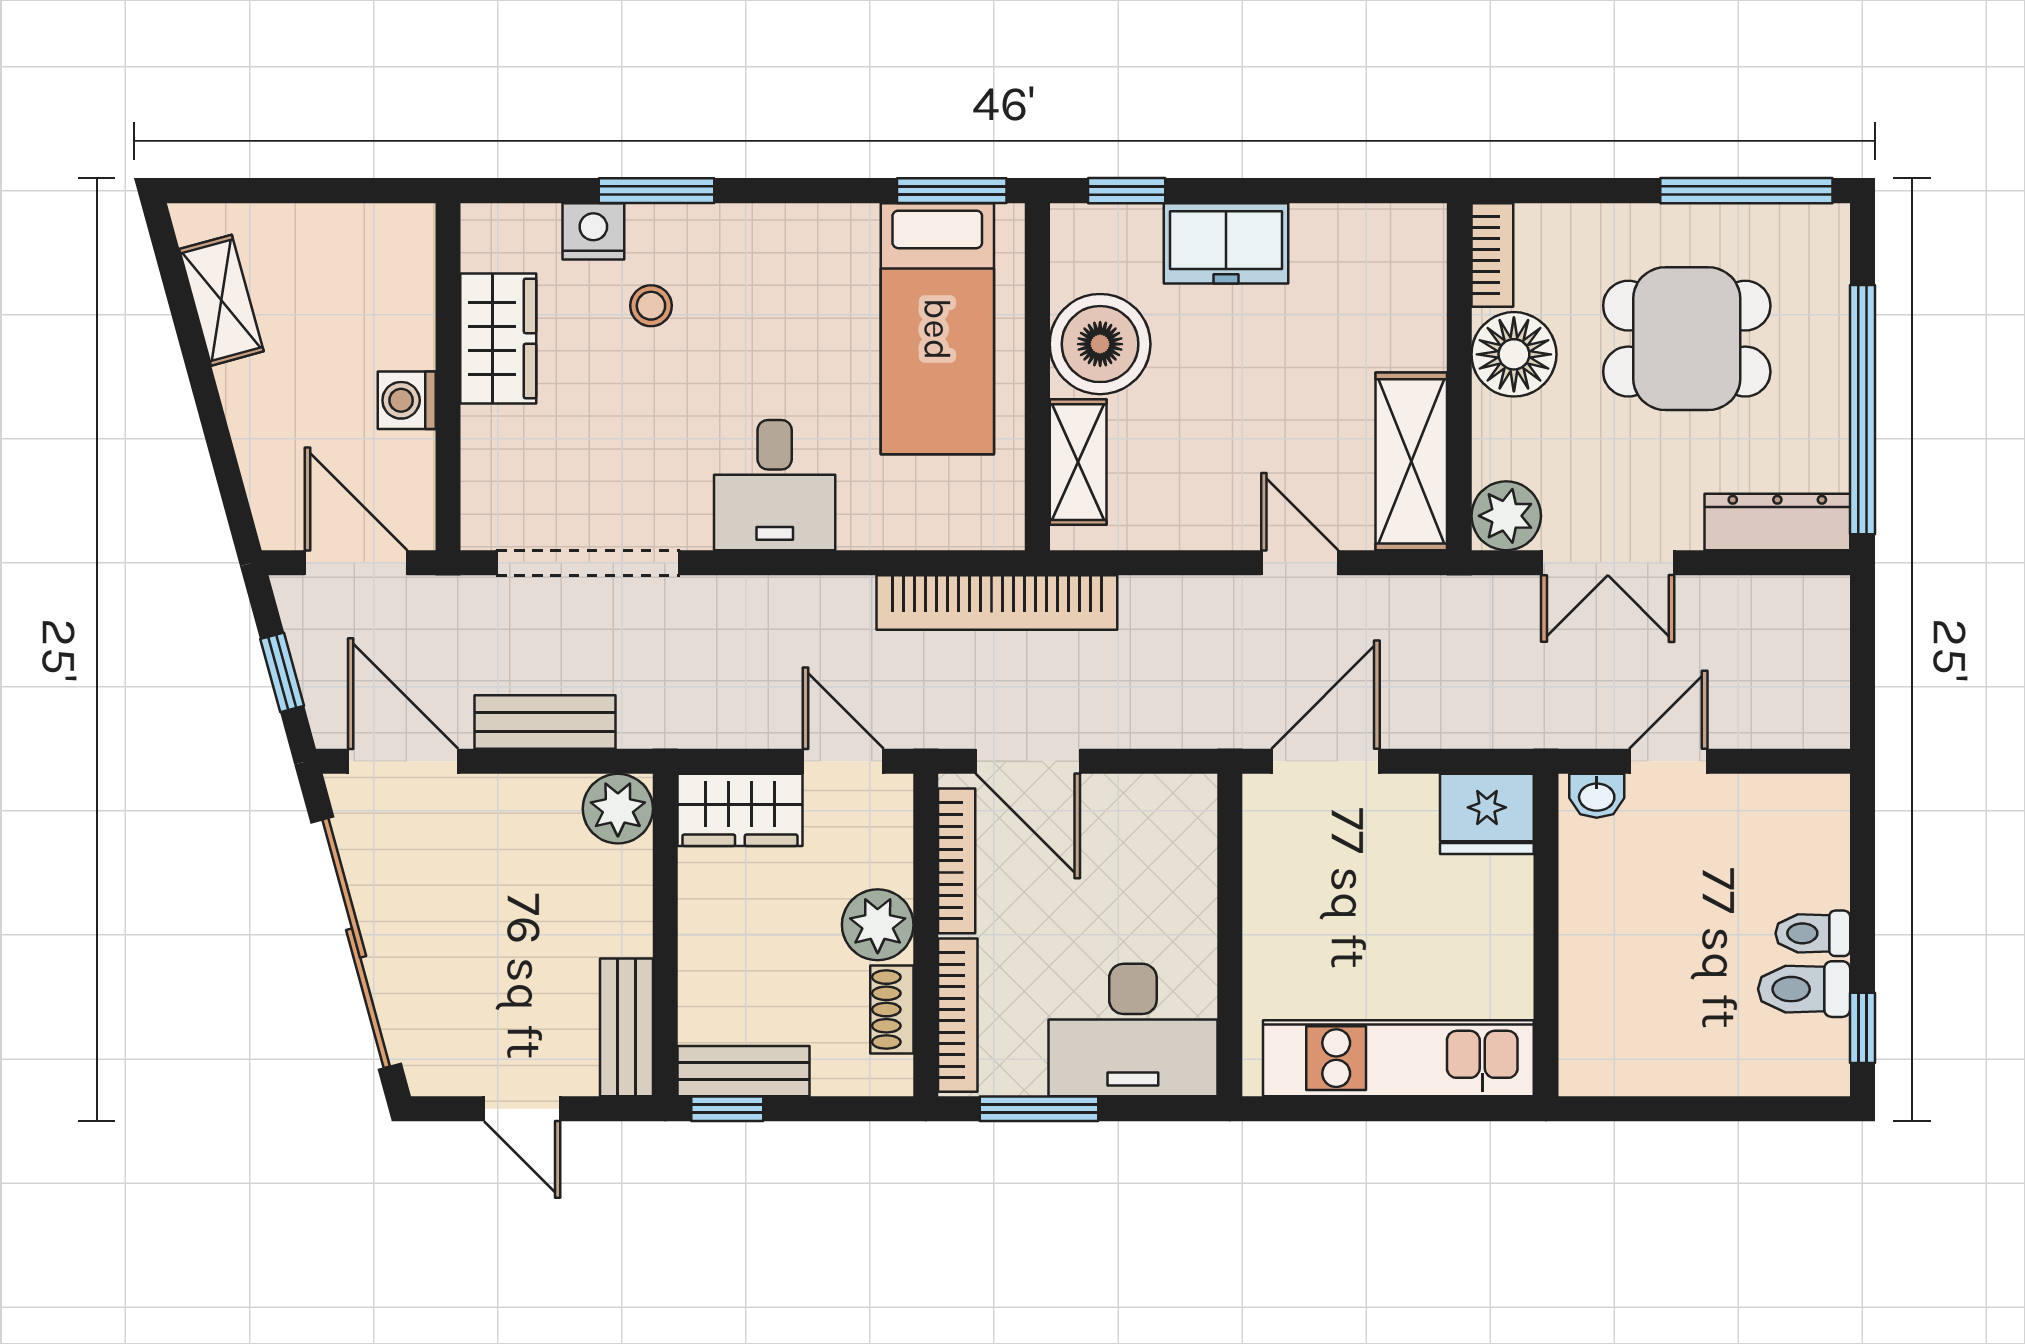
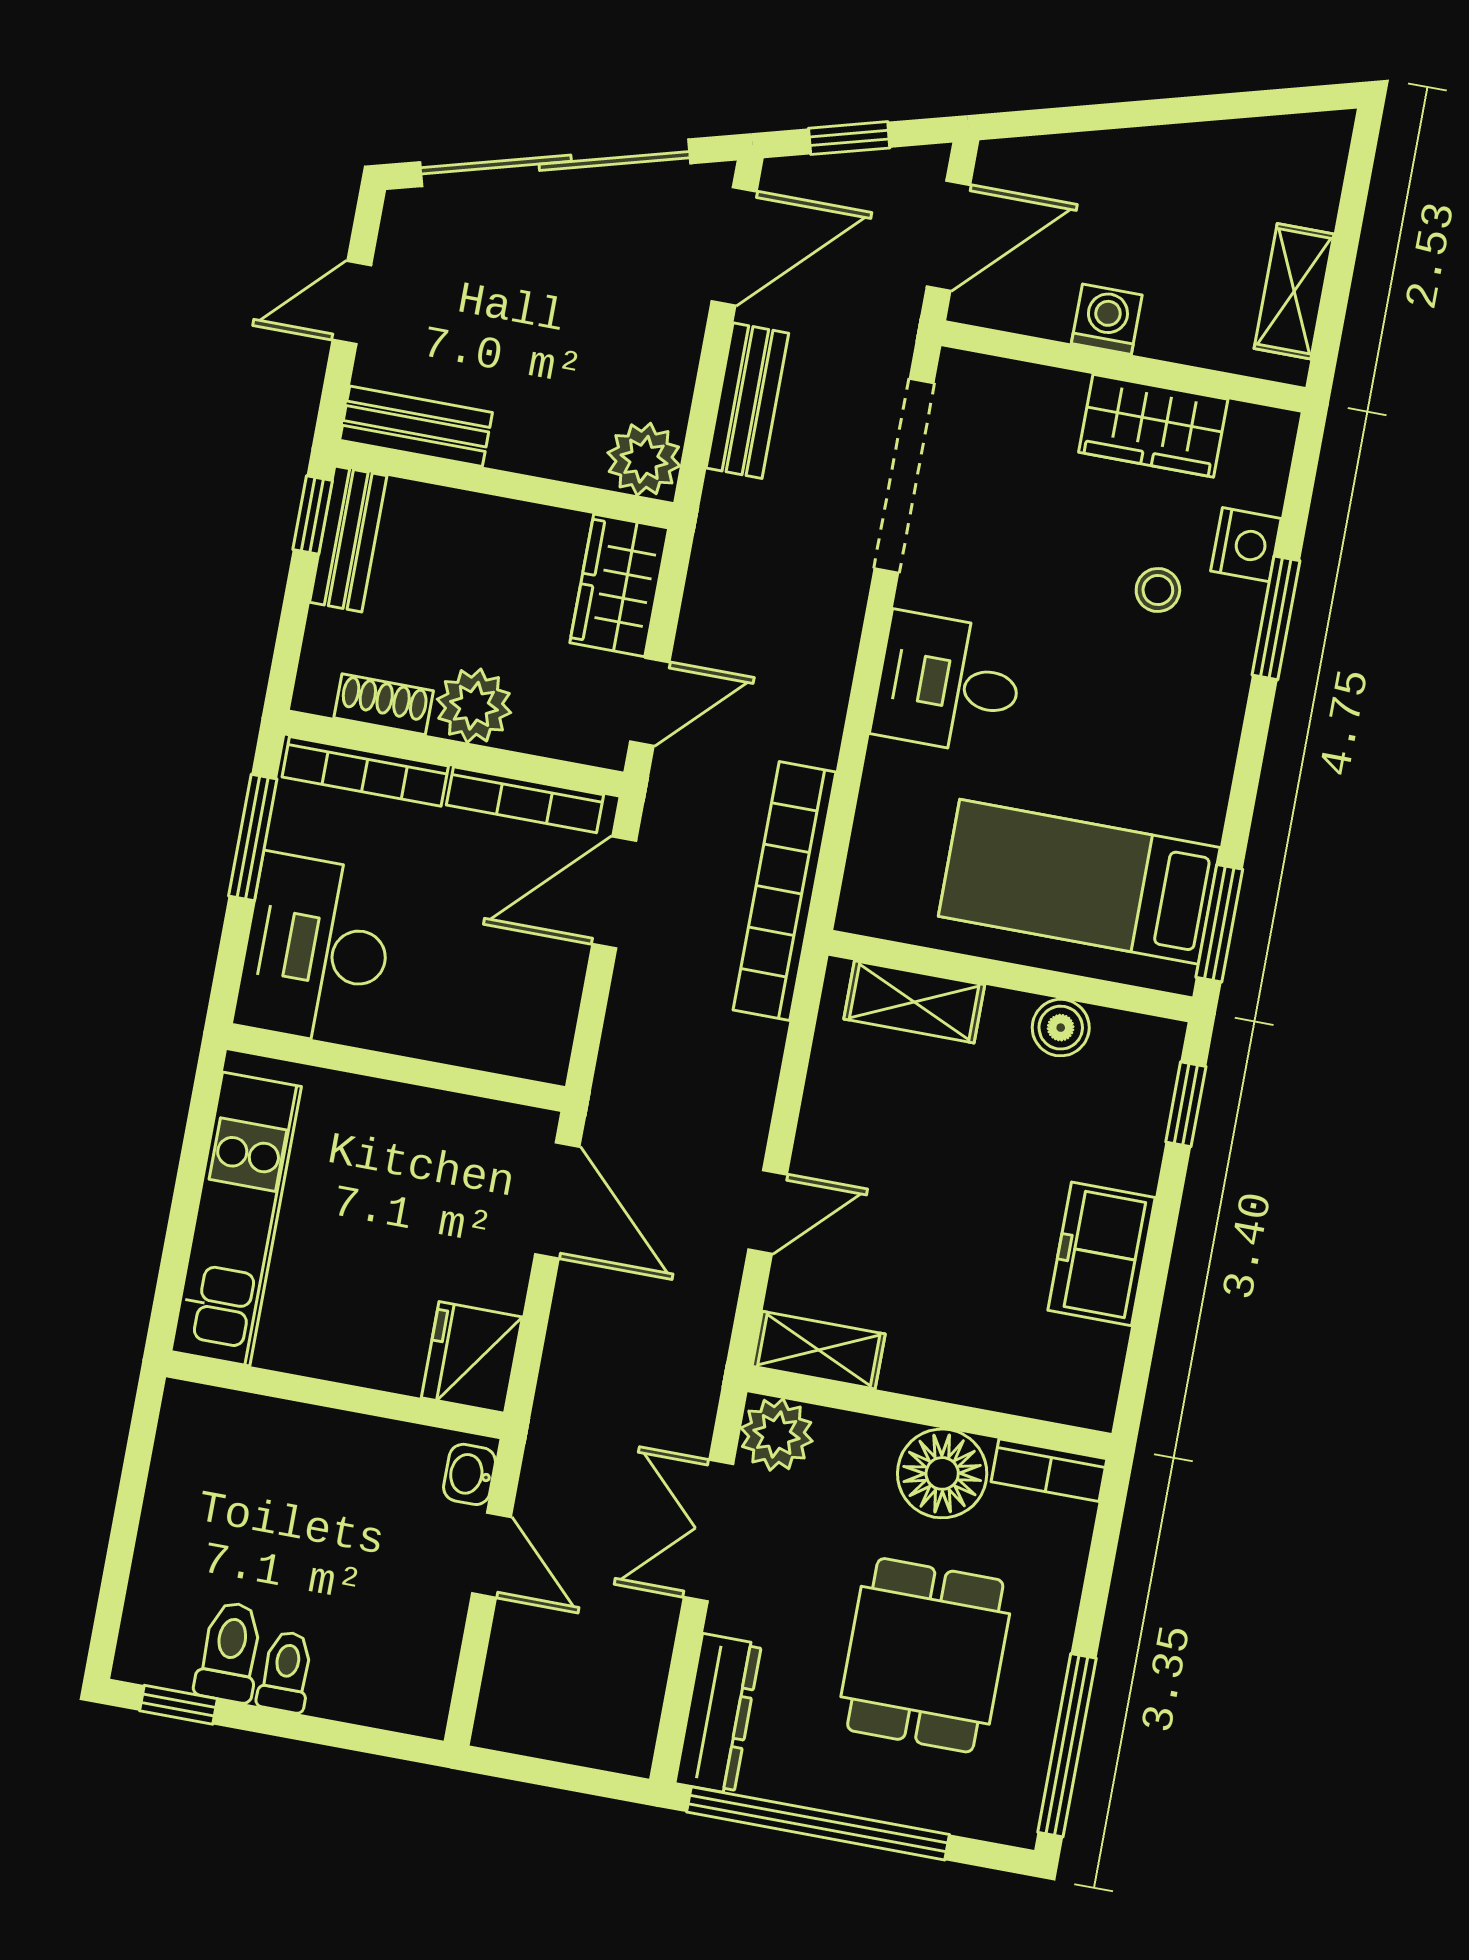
freezer: (1226, 243) -> (1102, 1254), moved
shelving: (221, 300) -> (1294, 291), moved, turned -75
boiler: (1100, 344) -> (1061, 1028), width x0.54, depth x0.54
shelving: (1411, 461) -> (819, 1350), width x0.67, depth x0.75

